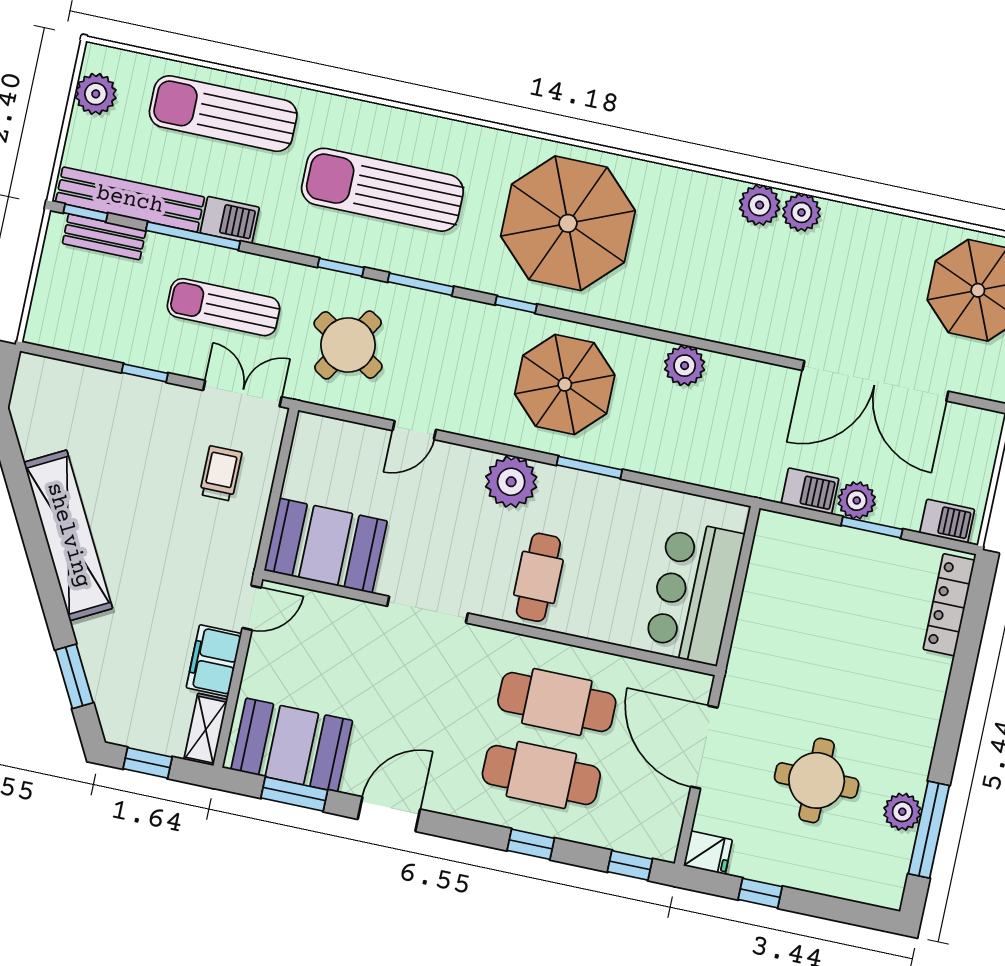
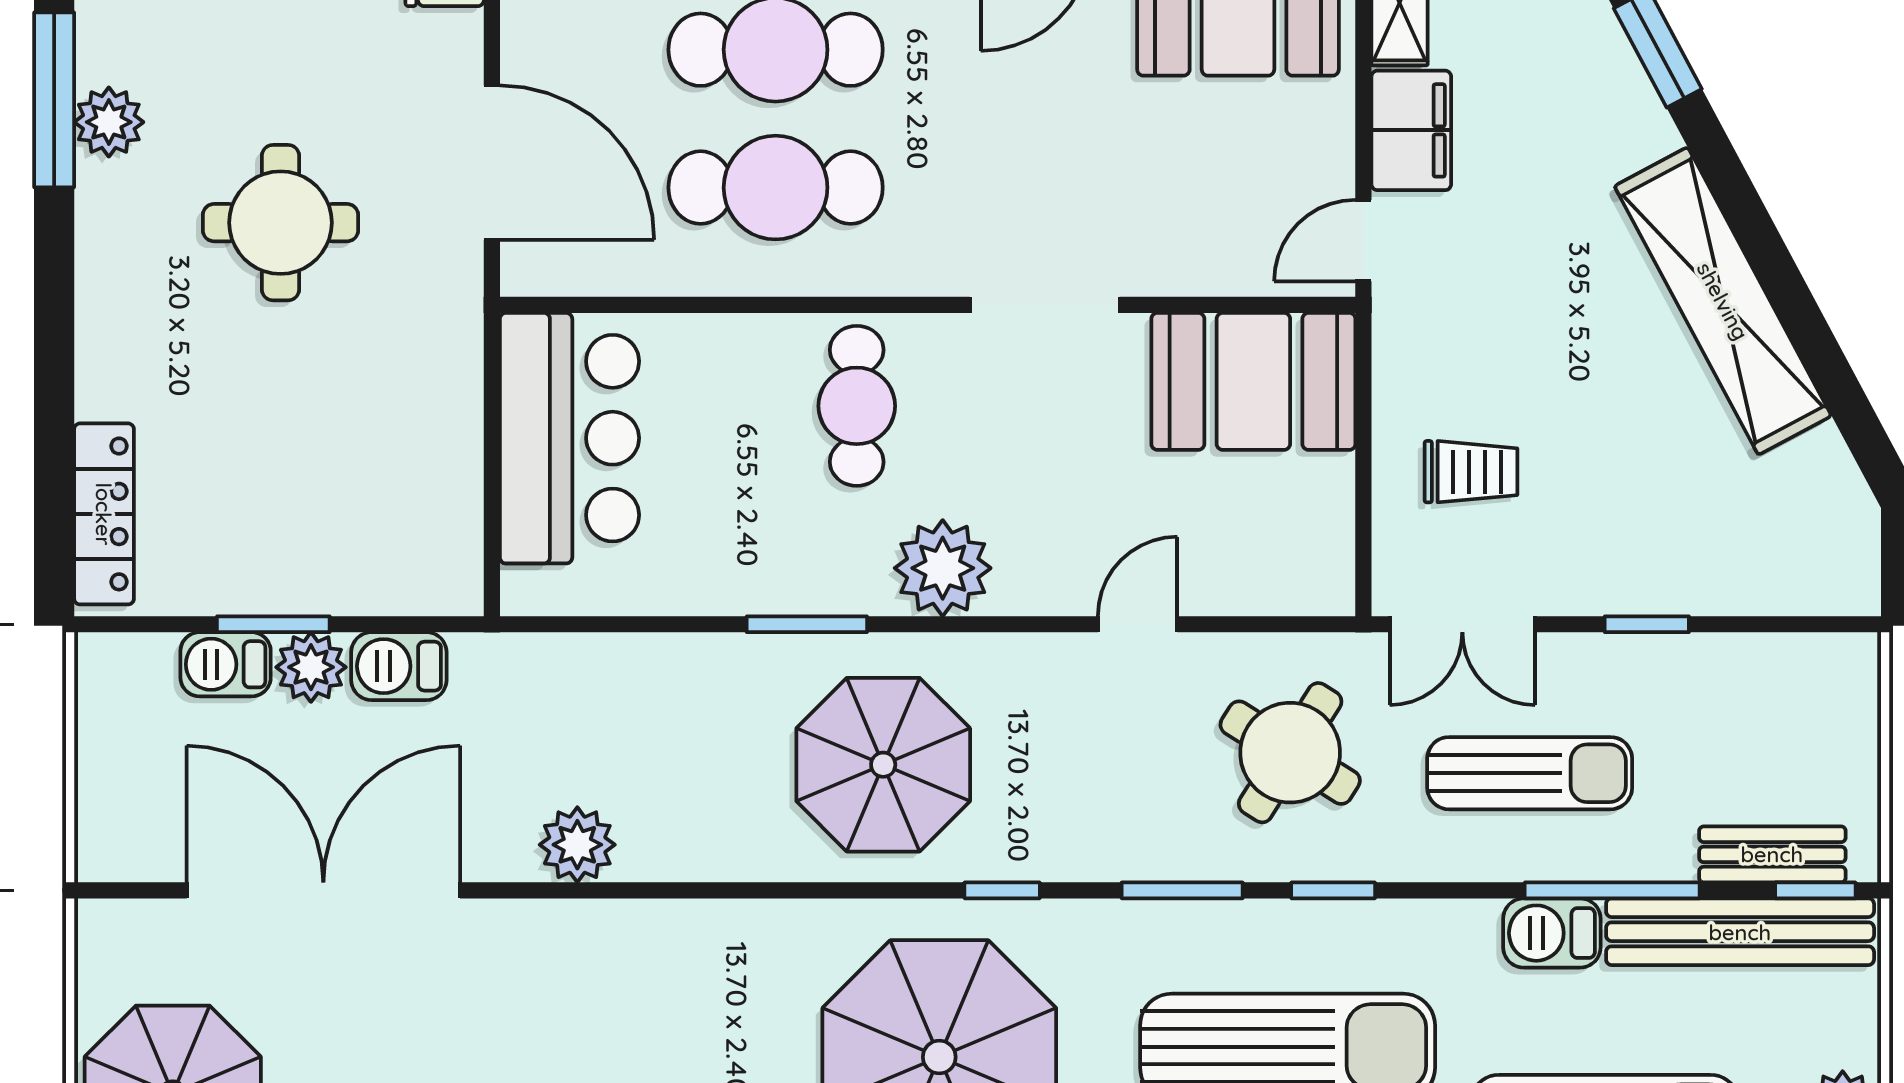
plant: (685, 366) -> (577, 845), moved
trolley: (221, 473) -> (1471, 472), turned -90
barbecue: (947, 521) -> (226, 664), moved
round table: (817, 780) -> (281, 223), moved

